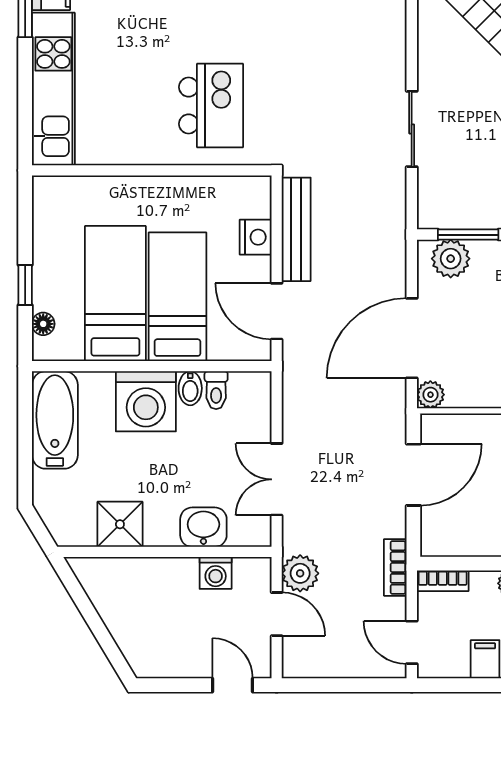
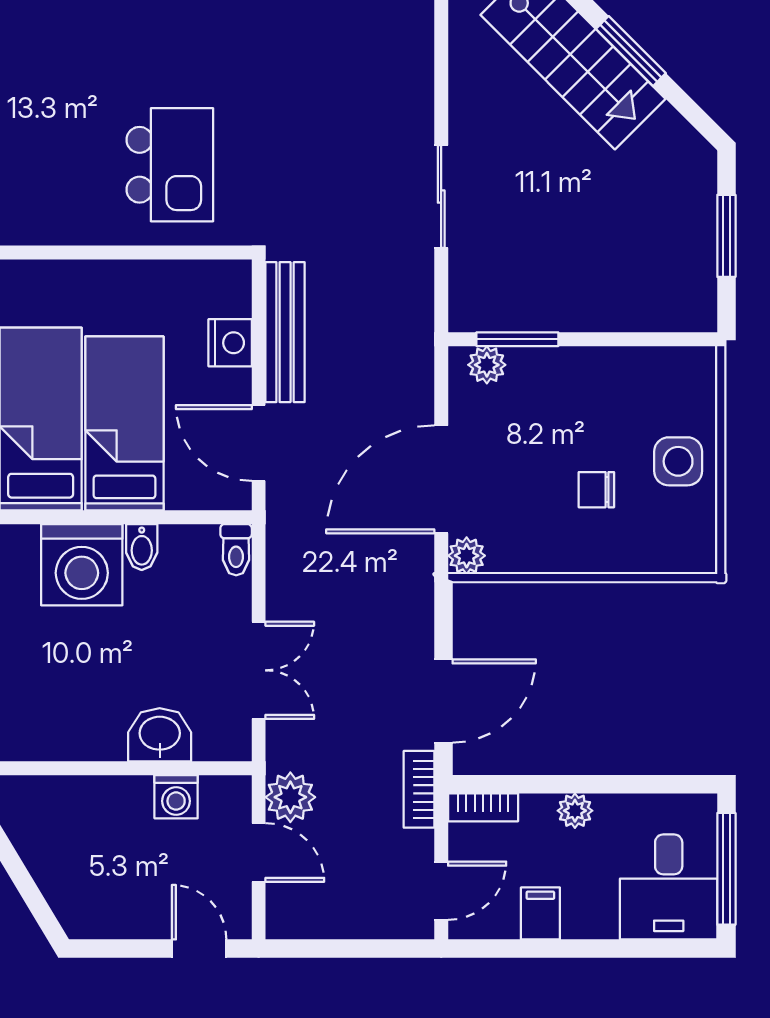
plant: (451, 259) -> (487, 365), width x0.73, depth x0.73
toilet: (216, 390) -> (236, 550), moved
door: (413, 475) -> (443, 701), moved
double door: (277, 479) -> (259, 670), swing flipped
shower: (120, 524) -> (47, 731), removed
door: (412, 642) -> (441, 891), swing flipped

